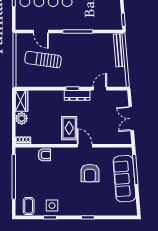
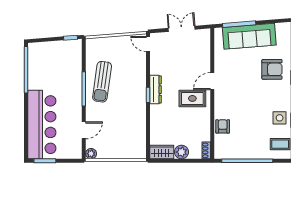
plant: (20, 38) -> (91, 154), added
bench: (119, 50) -> (105, 42), removed
sun lounger: (43, 59) -> (102, 82), moved
door: (100, 89) -> (148, 44), moved
double door: (131, 119) -> (182, 29), swing flipped
armchair: (90, 173) -> (272, 69), moved

